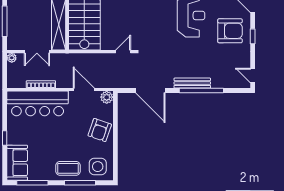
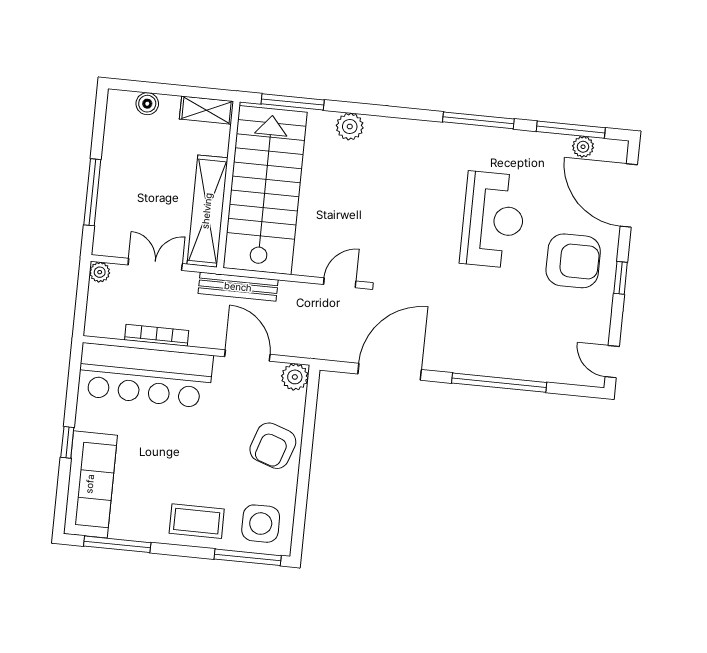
double door: (37, 52) -> (155, 264), swing flipped
bench: (192, 83) -> (238, 287), moved
door: (150, 90) -> (390, 372), swing flipped
sofa: (17, 163) -> (90, 484), width x1.36
window: (80, 183) -> (248, 557), moved

